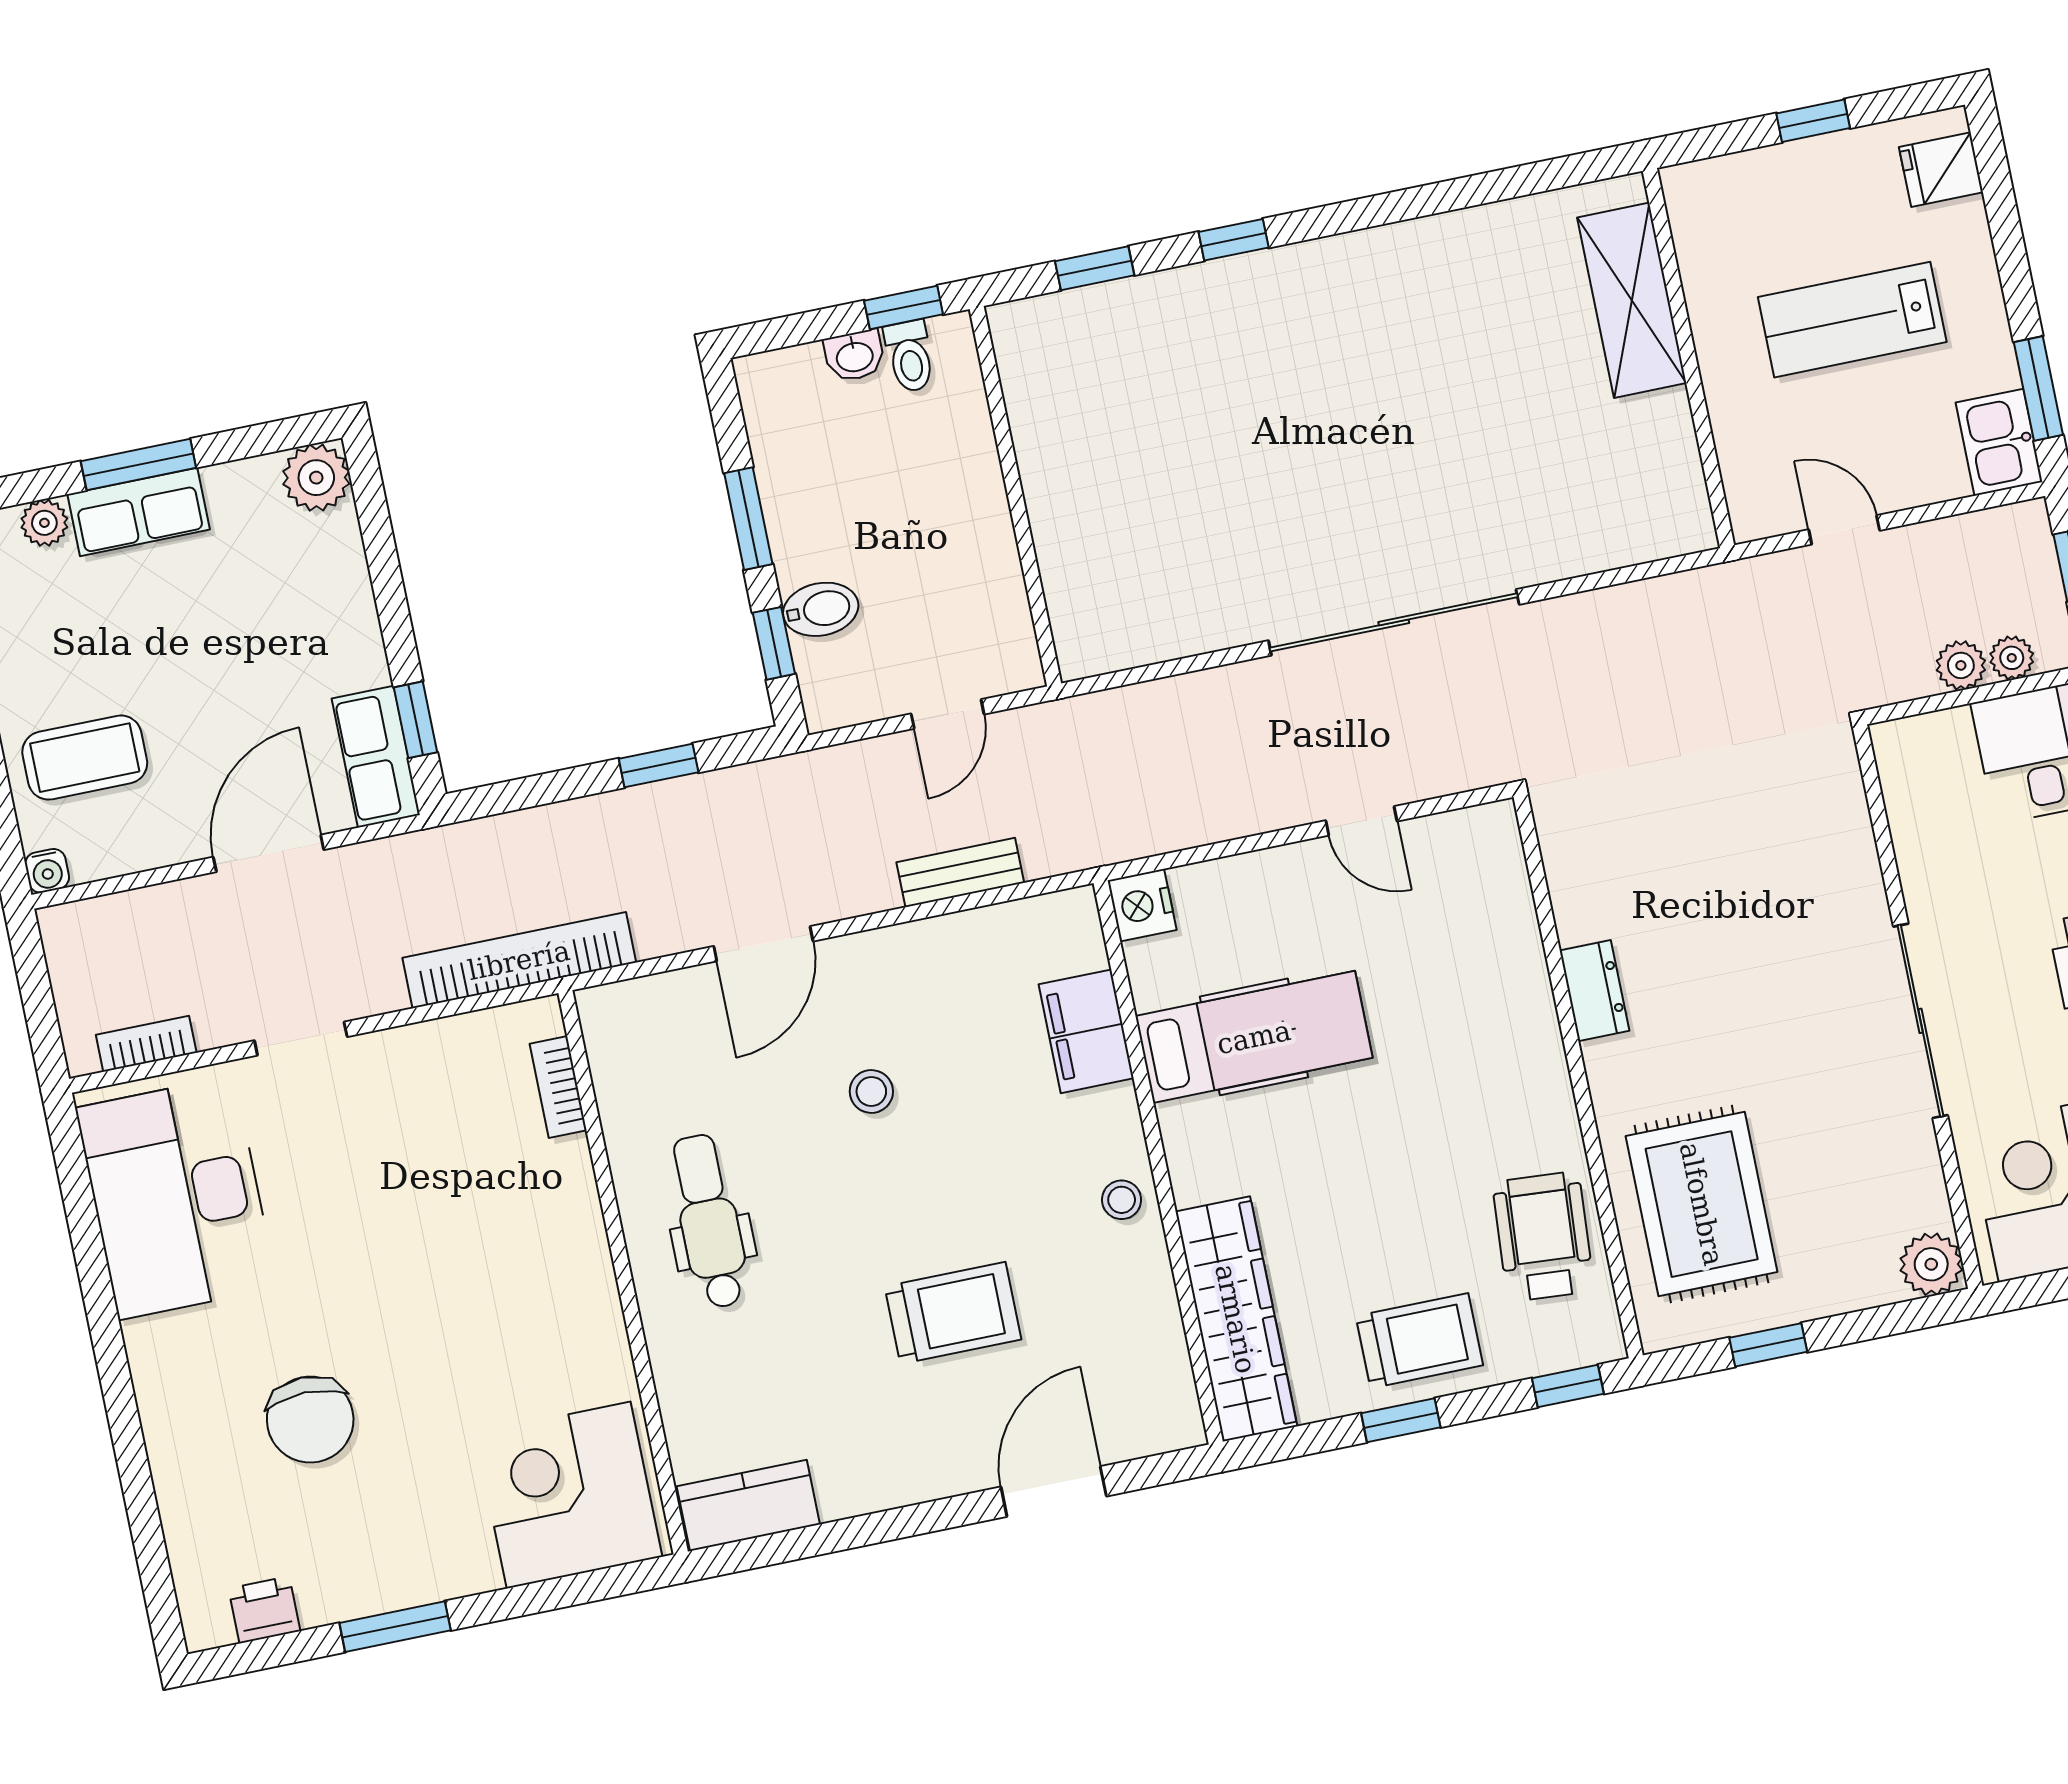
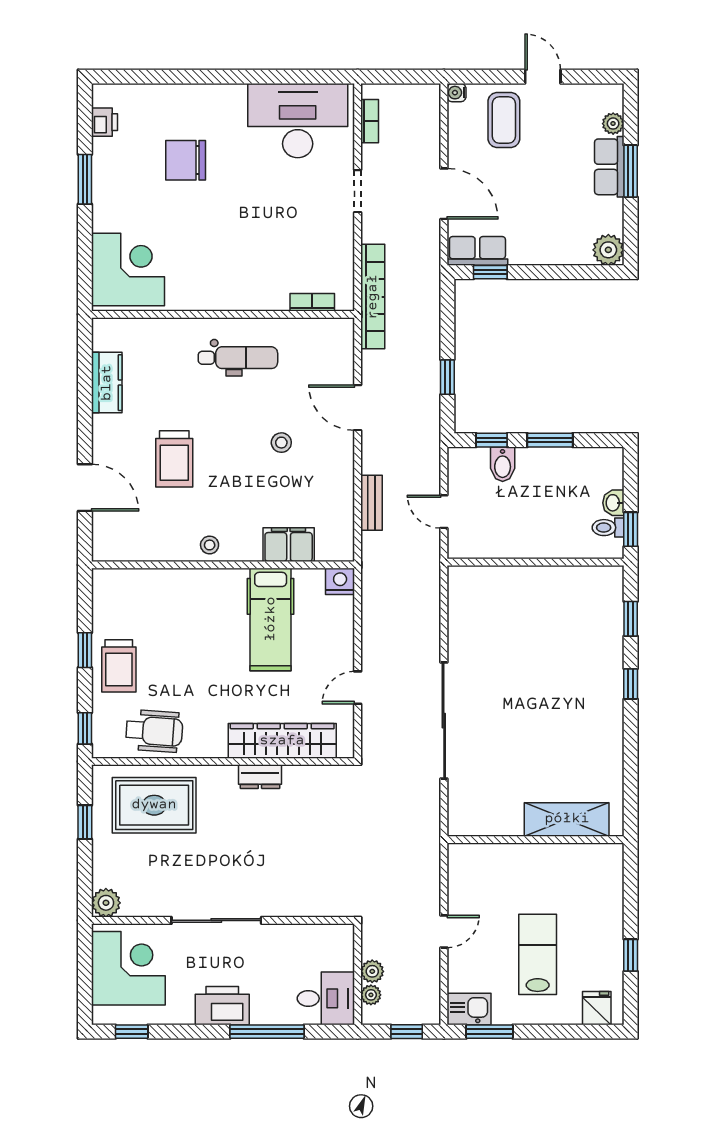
shelving: (1632, 300) -> (567, 819), moved
wall: (1689, 358) -> (535, 840), moved
wardrobe: (1236, 1319) -> (282, 741), moved, turned 180
kitchen counter: (748, 1505) -> (107, 383), moved

